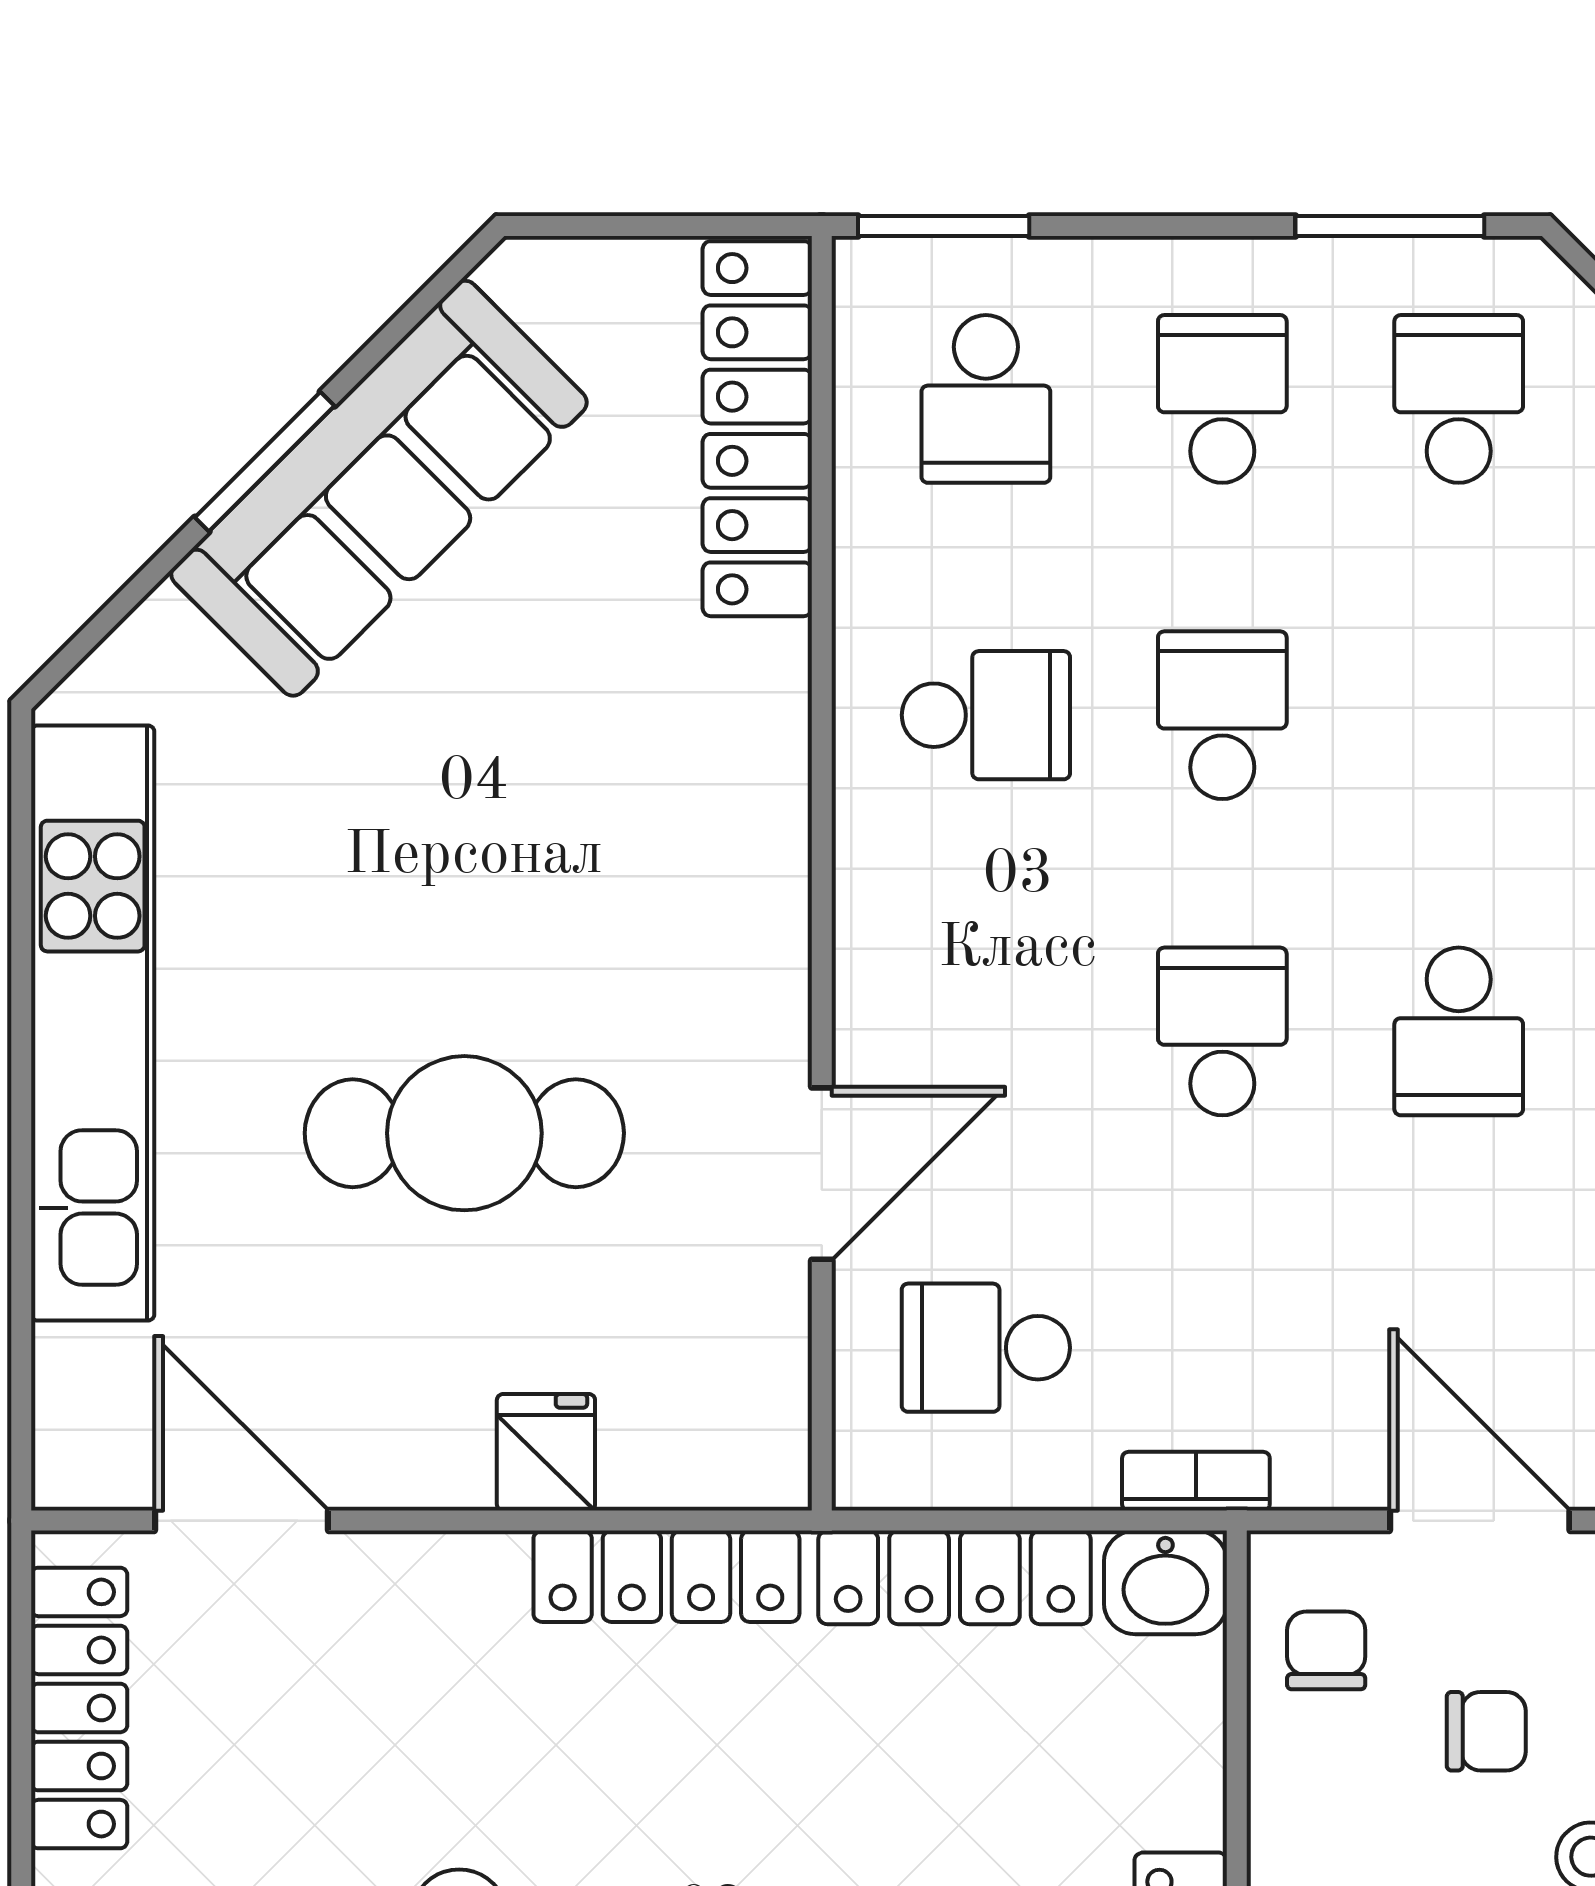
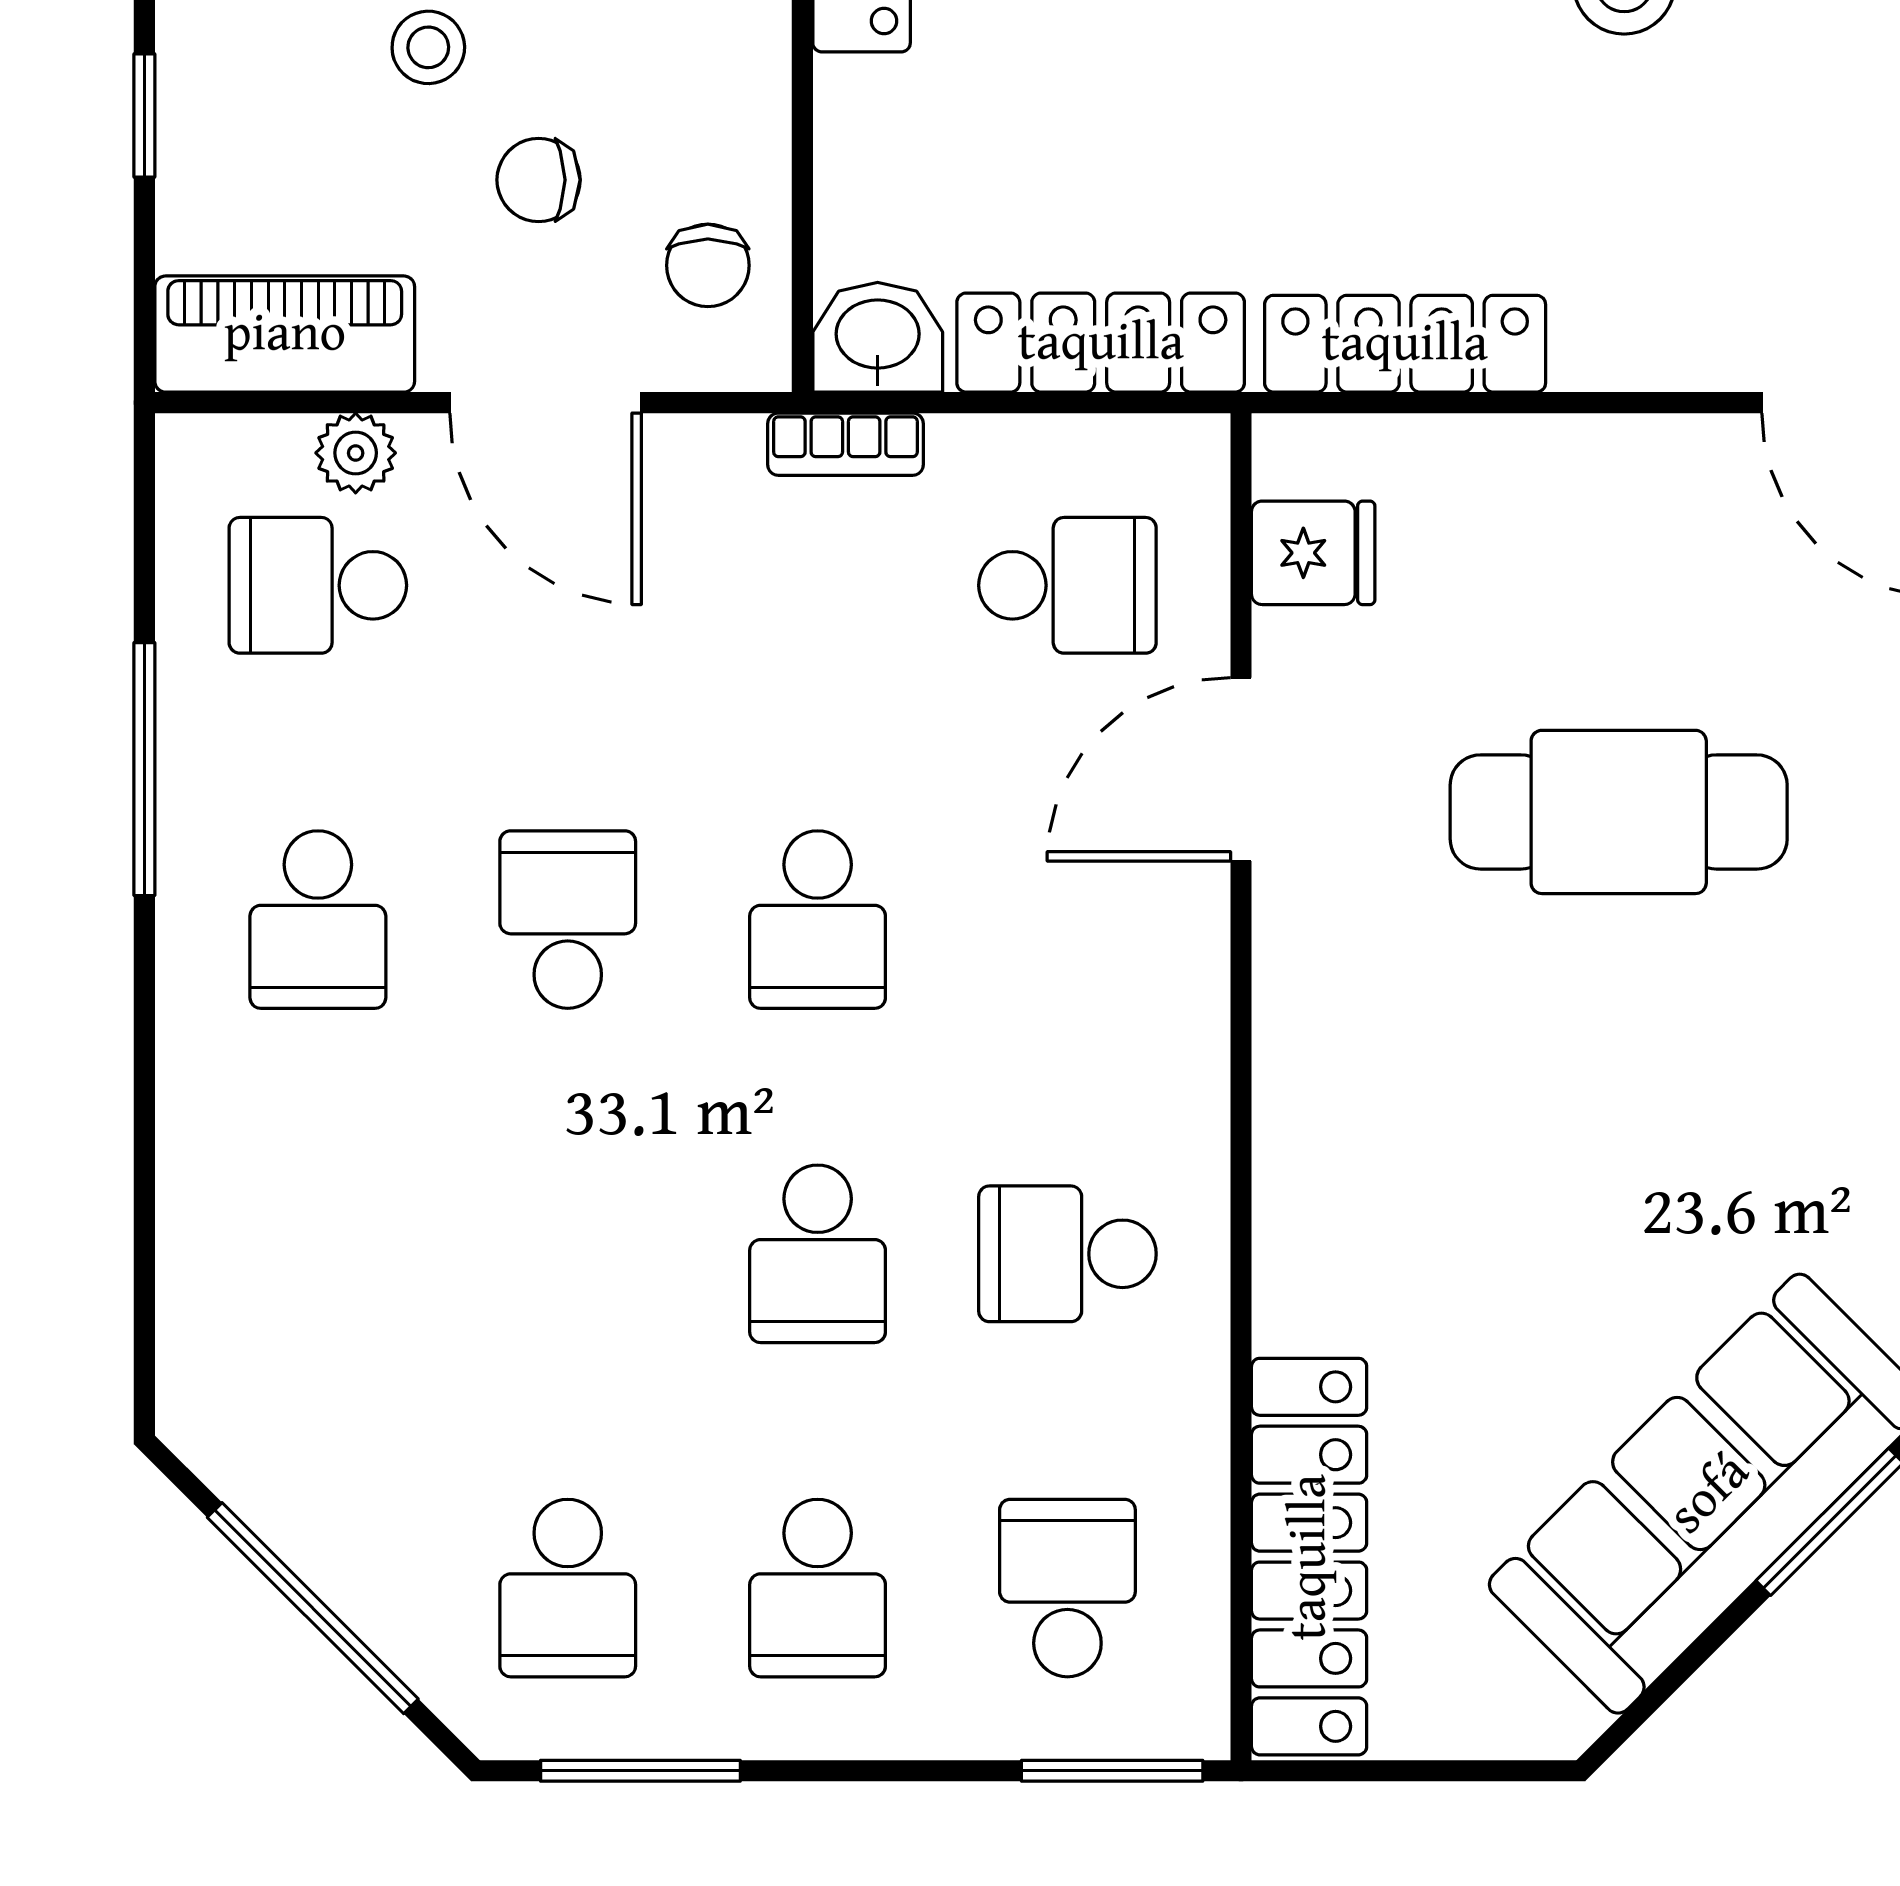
fridge: (546, 1452) -> (1313, 553), moved, turned -90

